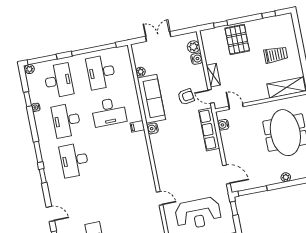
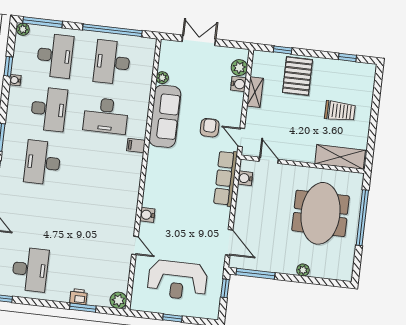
shelving: (213, 75) -> (255, 92), moved
armchair: (186, 97) -> (210, 128), turned -81
desk: (66, 120) -> (49, 109), turned 180
water cooler: (152, 128) -> (147, 215), moved

